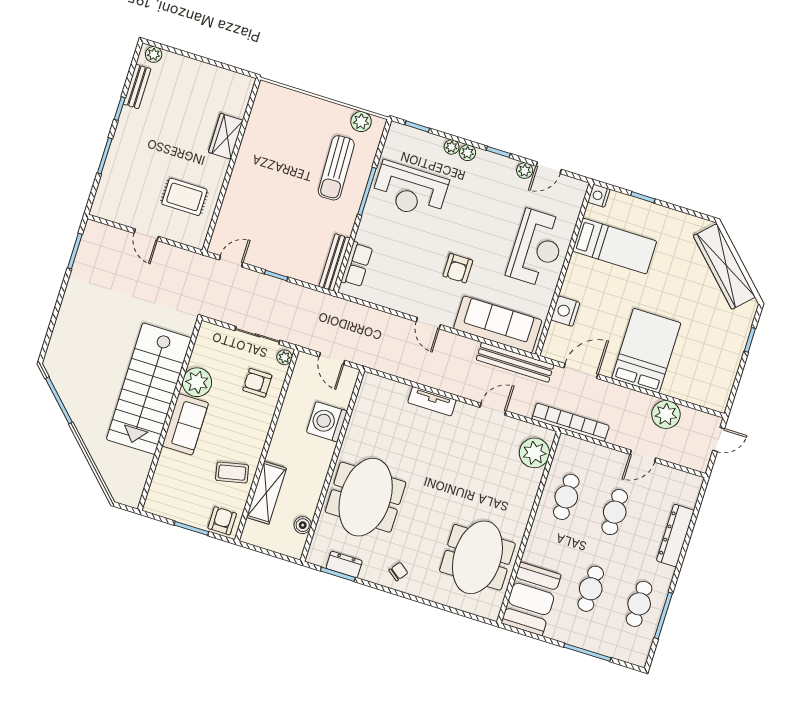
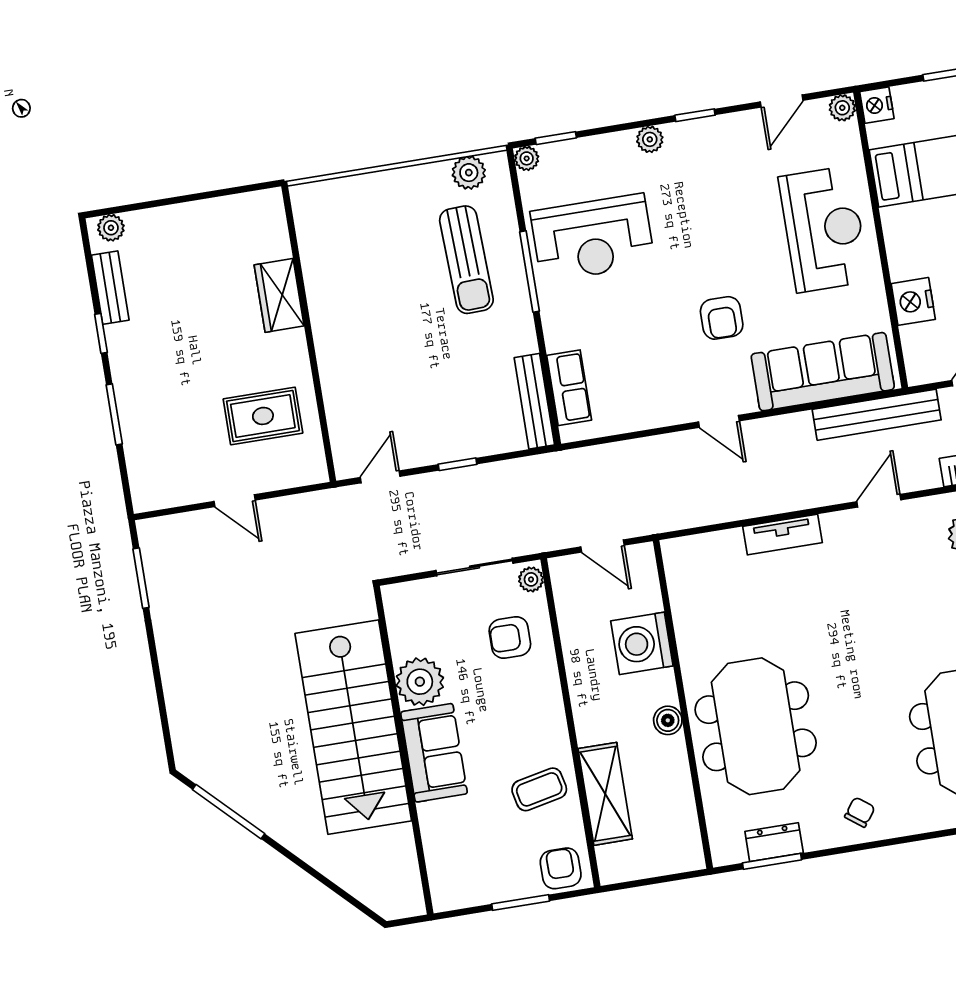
plant: (452, 147) -> (527, 158), moved
plant: (525, 171) -> (842, 108), moved
boiler: (303, 525) -> (668, 720), moved

